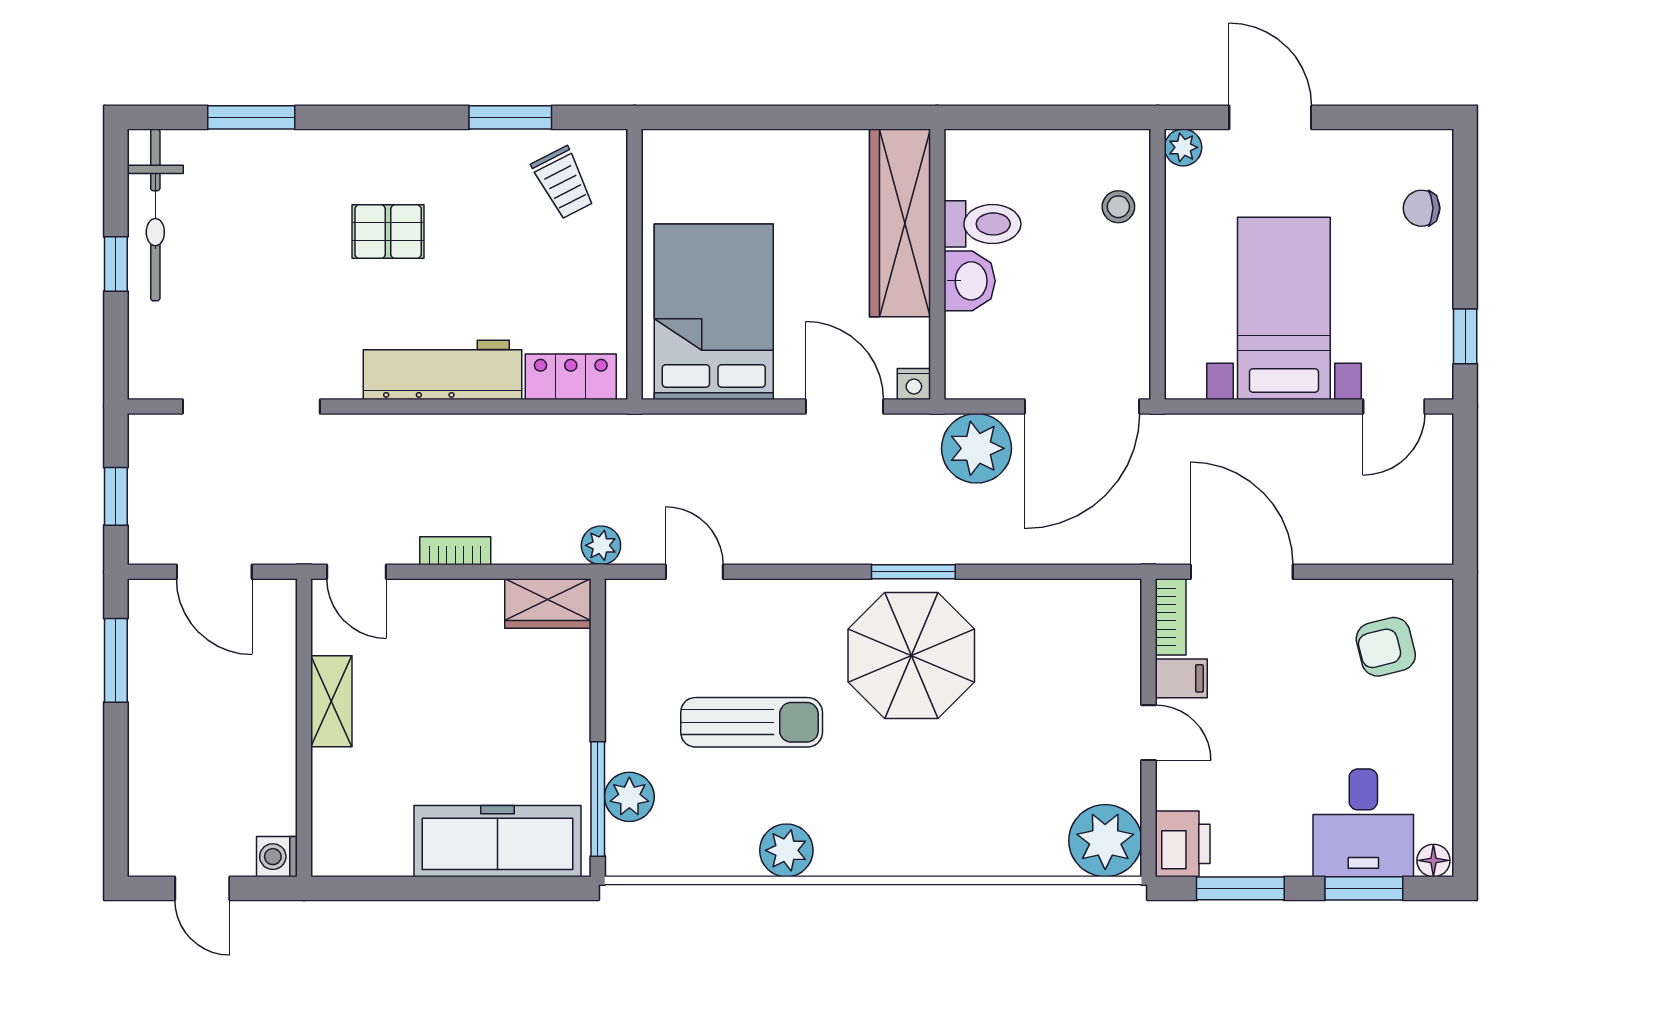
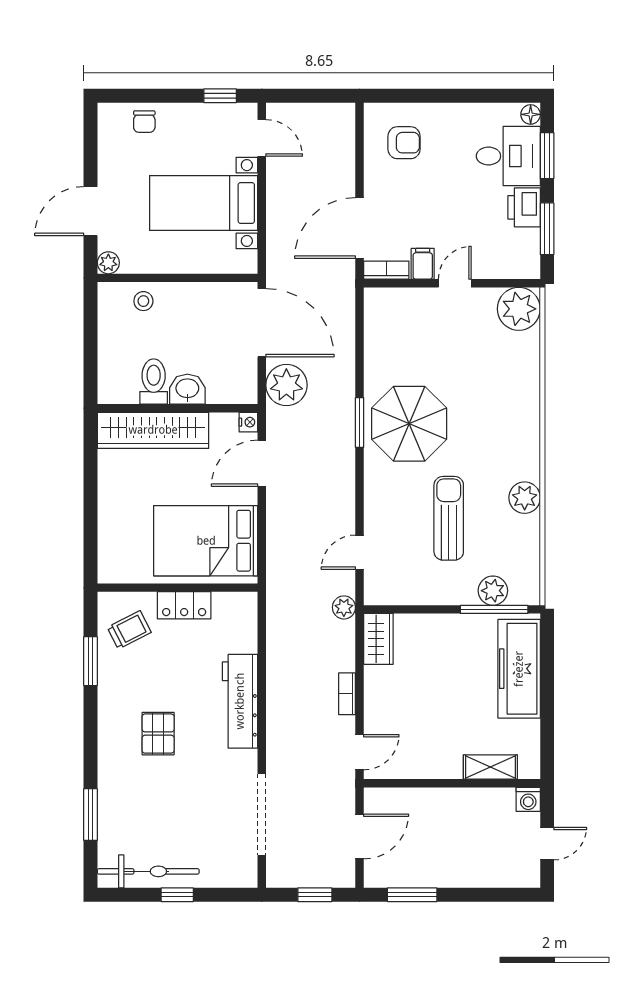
locker: (571, 377) -> (184, 605), moved, turned -90
armchair: (1386, 647) -> (404, 143), turned -76
shelving: (331, 701) -> (490, 767), moved
printer: (1183, 844) -> (524, 207), moved, turned -90

